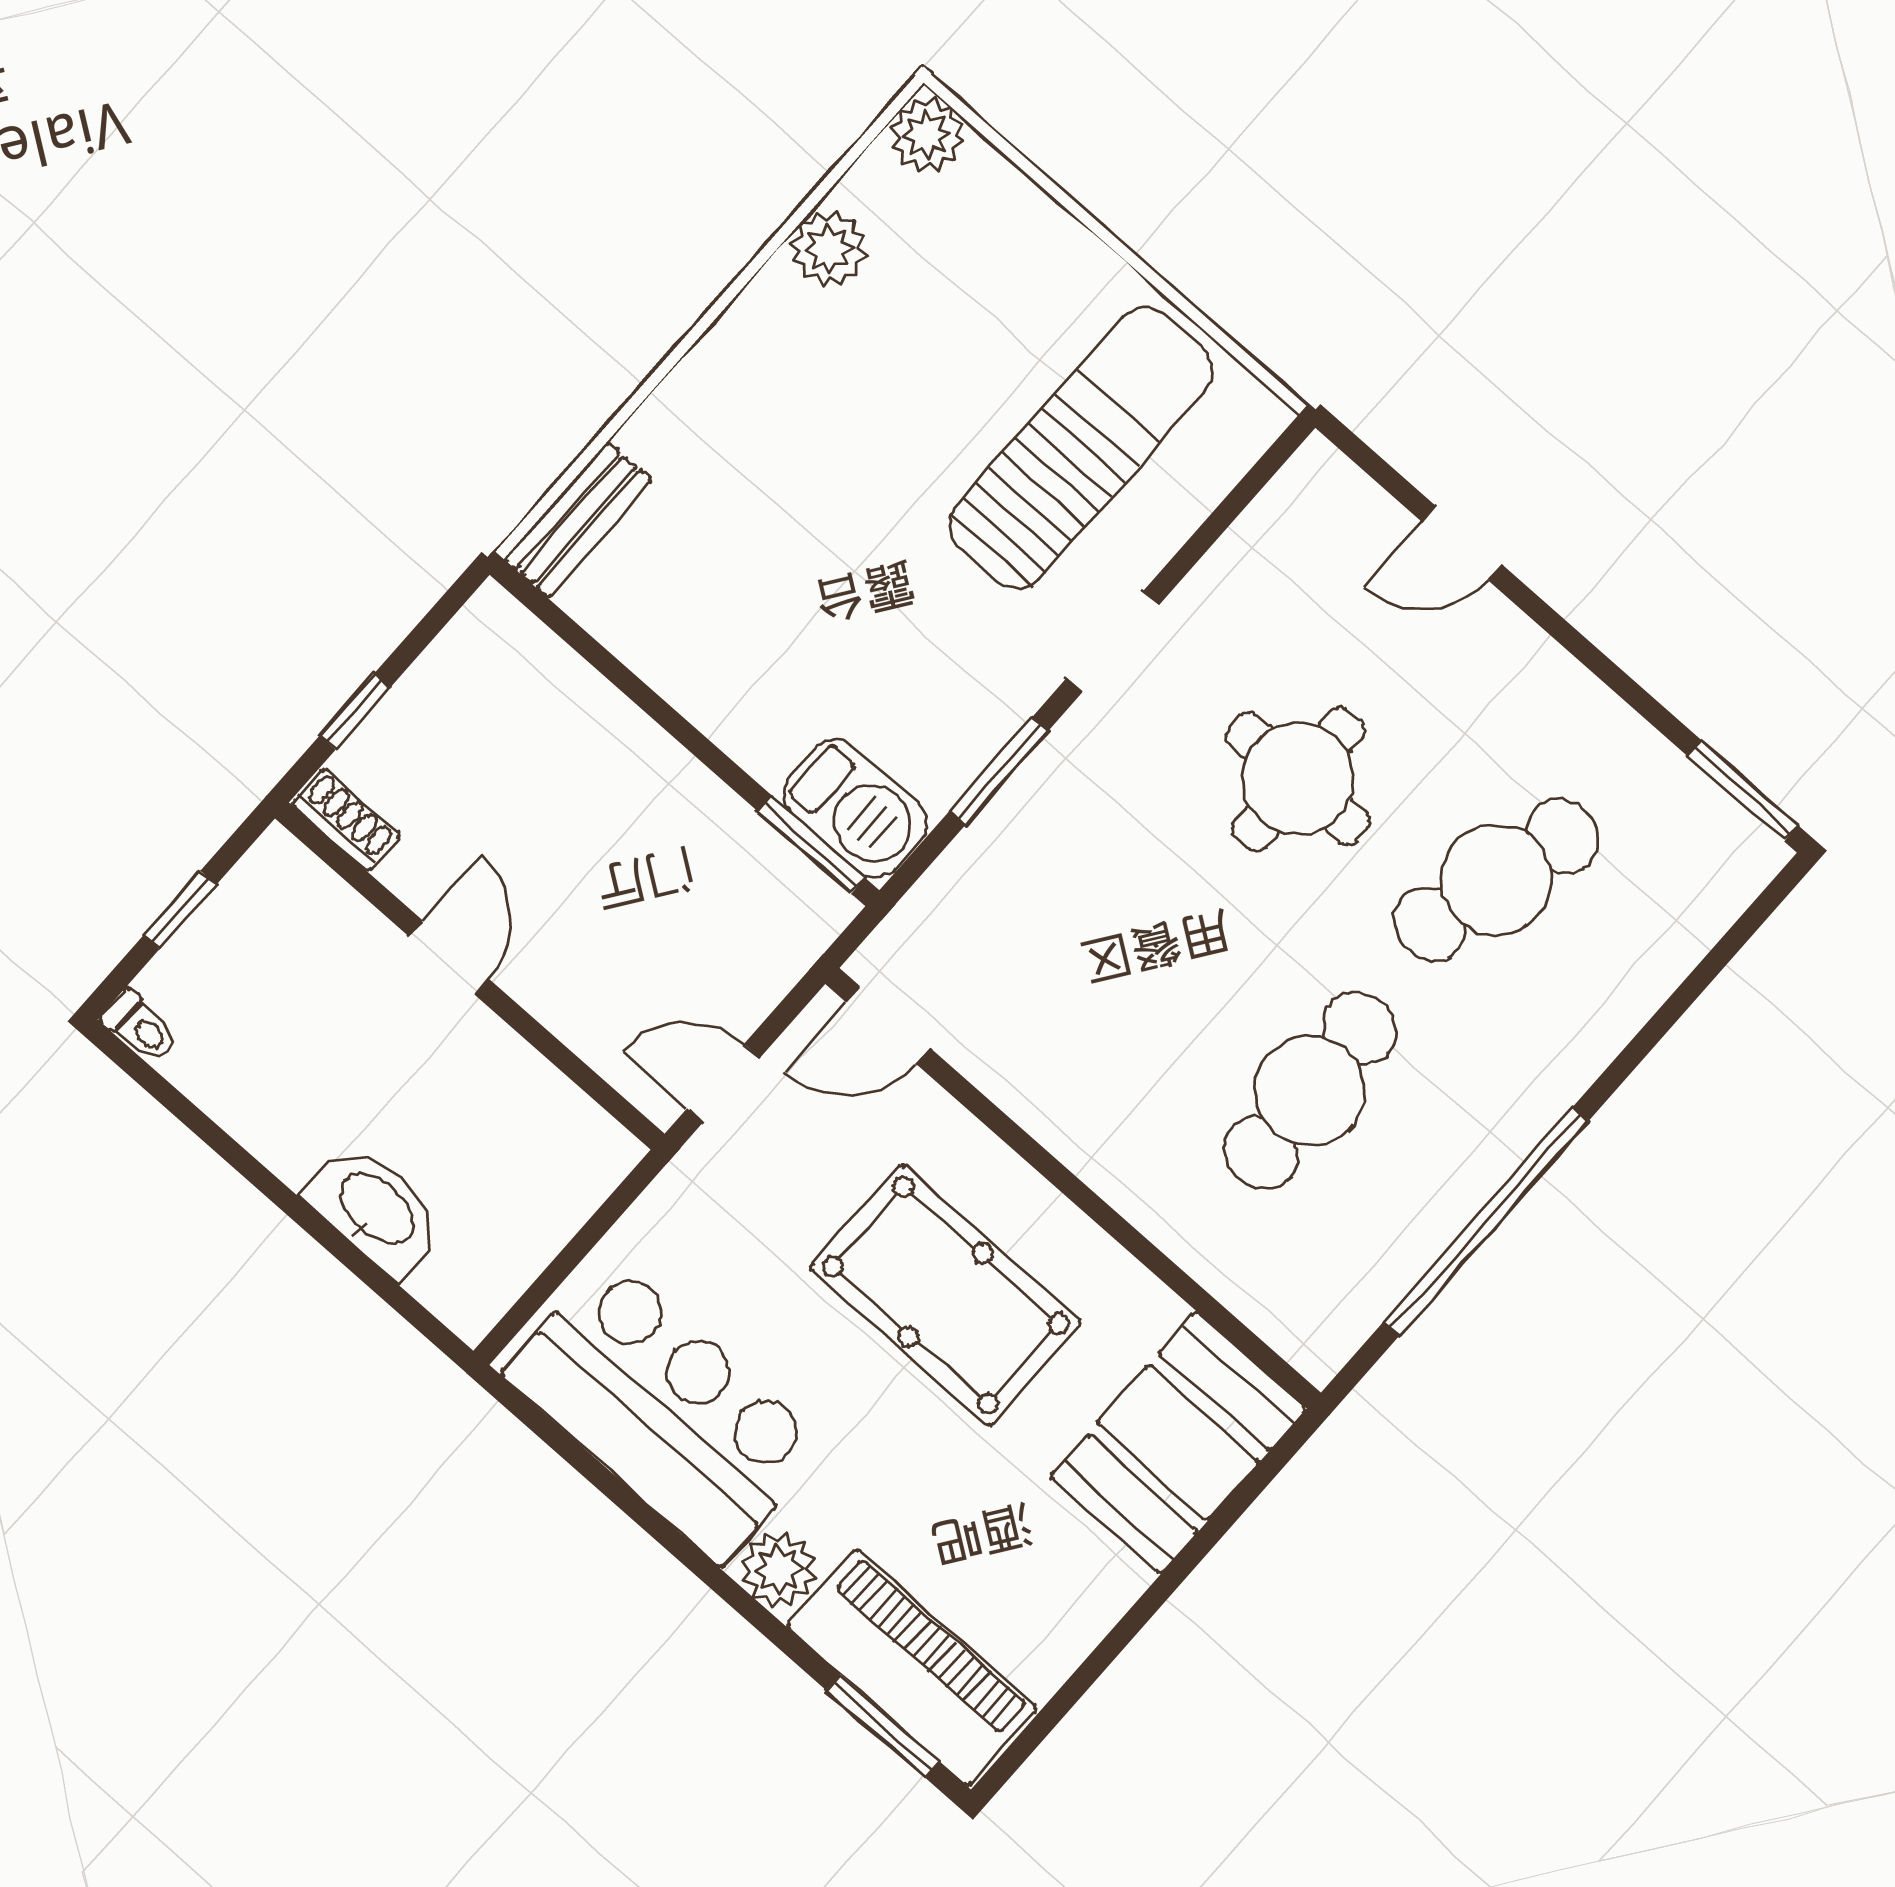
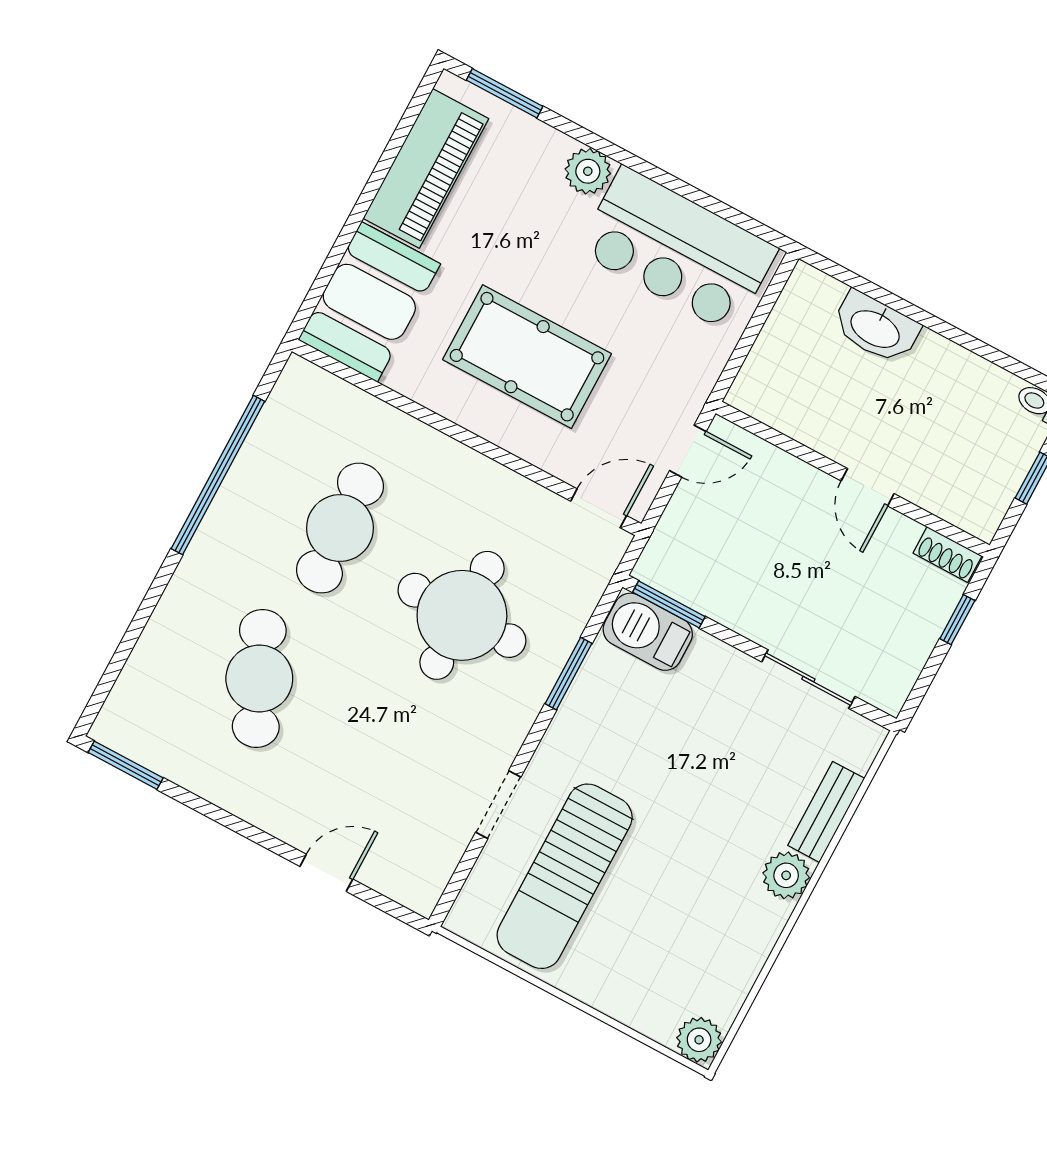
plant: (829, 249) -> (786, 875), moved
bench: (578, 520) -> (826, 812), moved
doorway: (1113, 641) -> (498, 805), moved
sliding door: (616, 672) -> (808, 679), added
round table: (1298, 779) -> (462, 615), moved, width x1.36, depth x1.36
cafe table: (1496, 880) -> (259, 678), turned -39
piano: (912, 1667) -> (426, 168), moved, turned -90

